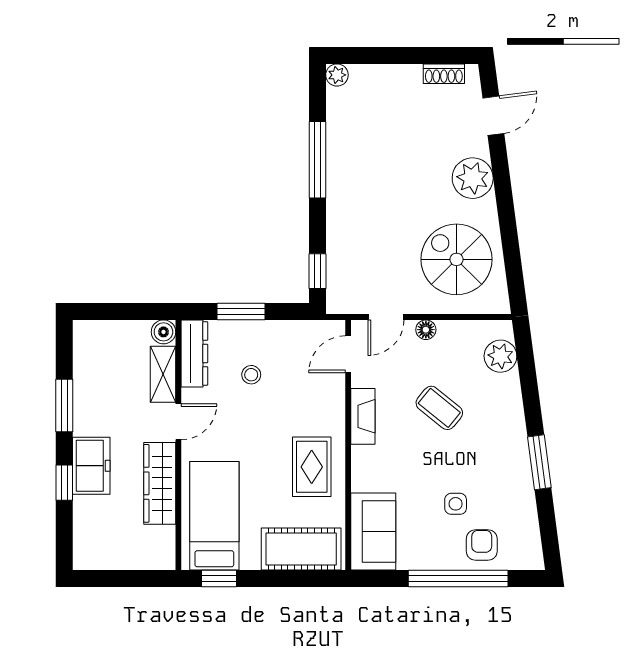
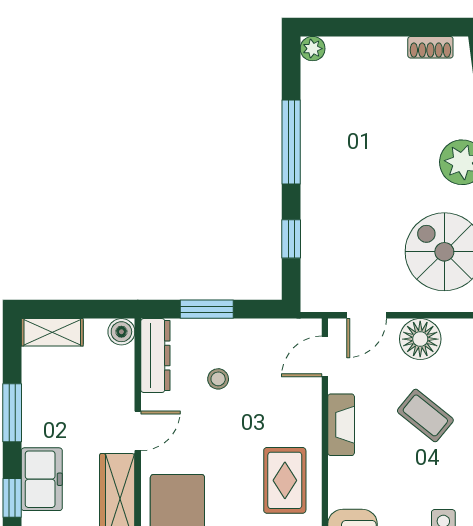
window: (317, 271) -> (291, 239), moved
floor lamp: (426, 330) -> (420, 339), width x1.89, depth x1.89
shelving: (163, 374) -> (52, 332), moved, turned 90

